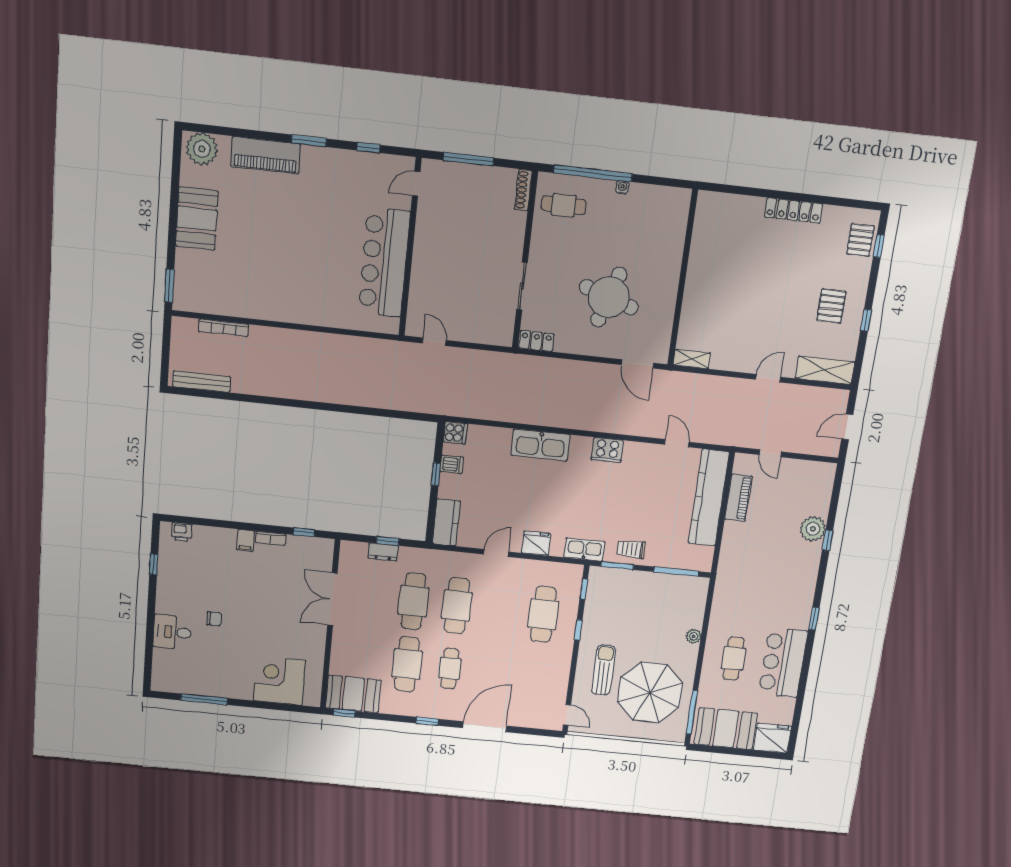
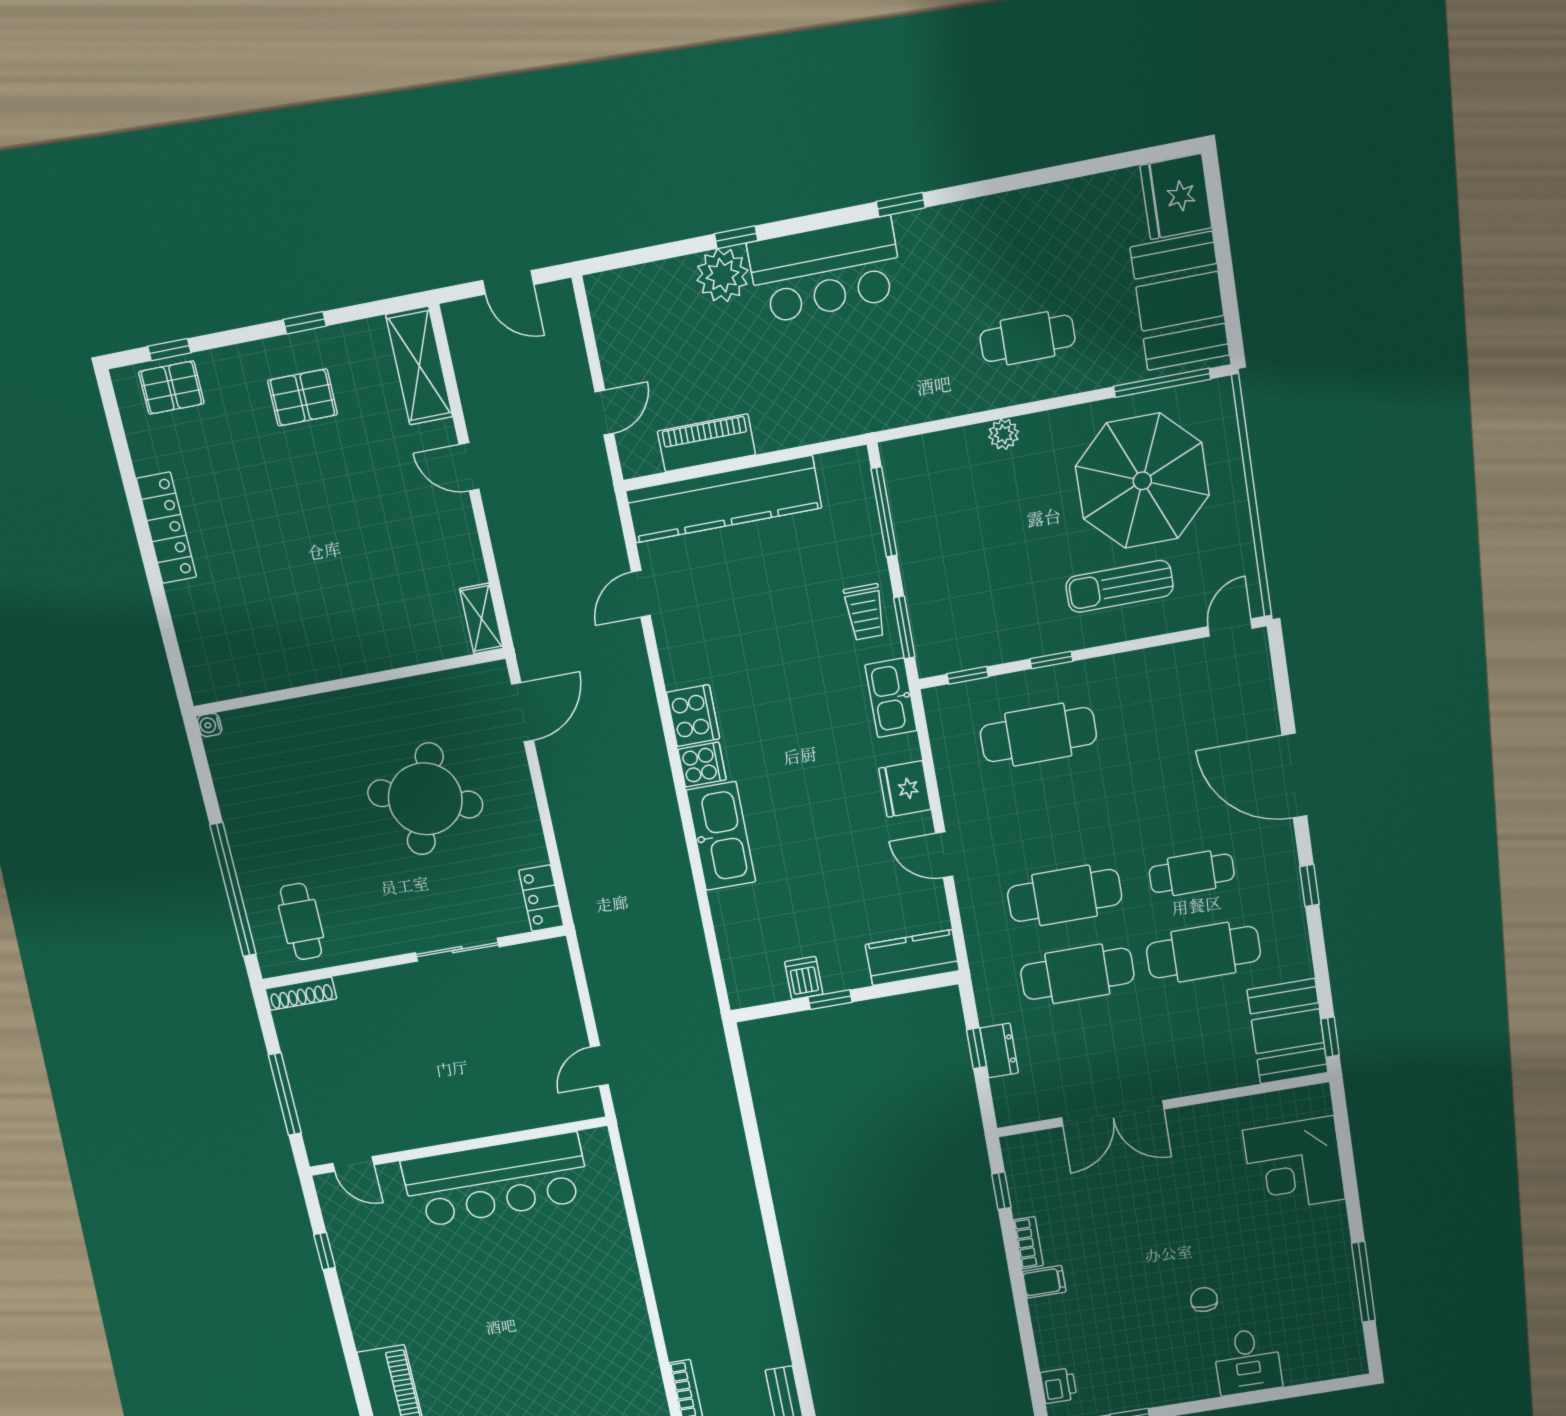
window: (309, 141) -> (347, 1341), removed
water cooler: (622, 187) -> (210, 725), moved
cooker: (455, 433) -> (702, 765), moved, turned 90
bar counter: (783, 663) -> (825, 270), moved

